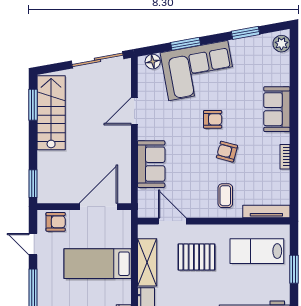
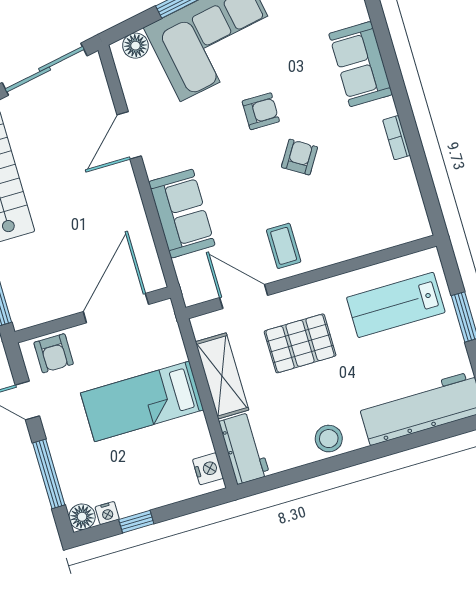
armchair: (227, 152) -> (299, 157), turned 107
coffee table: (225, 196) -> (284, 246), moved
tv unit: (266, 212) -> (392, 236), removed
armchair: (56, 222) -> (54, 353), turned 90

